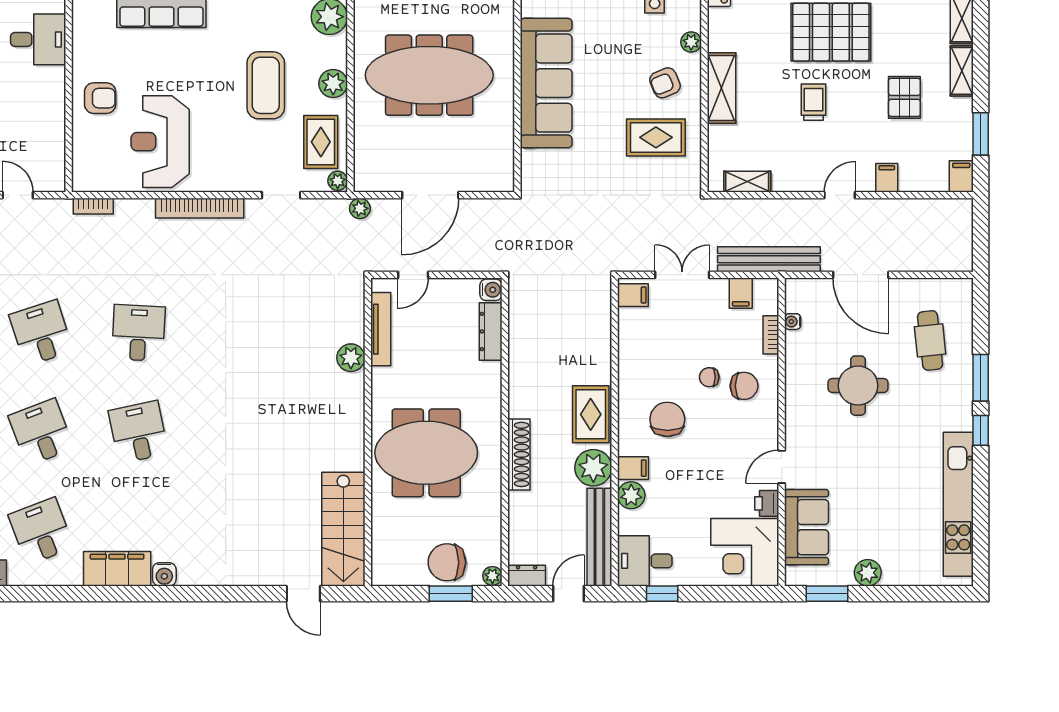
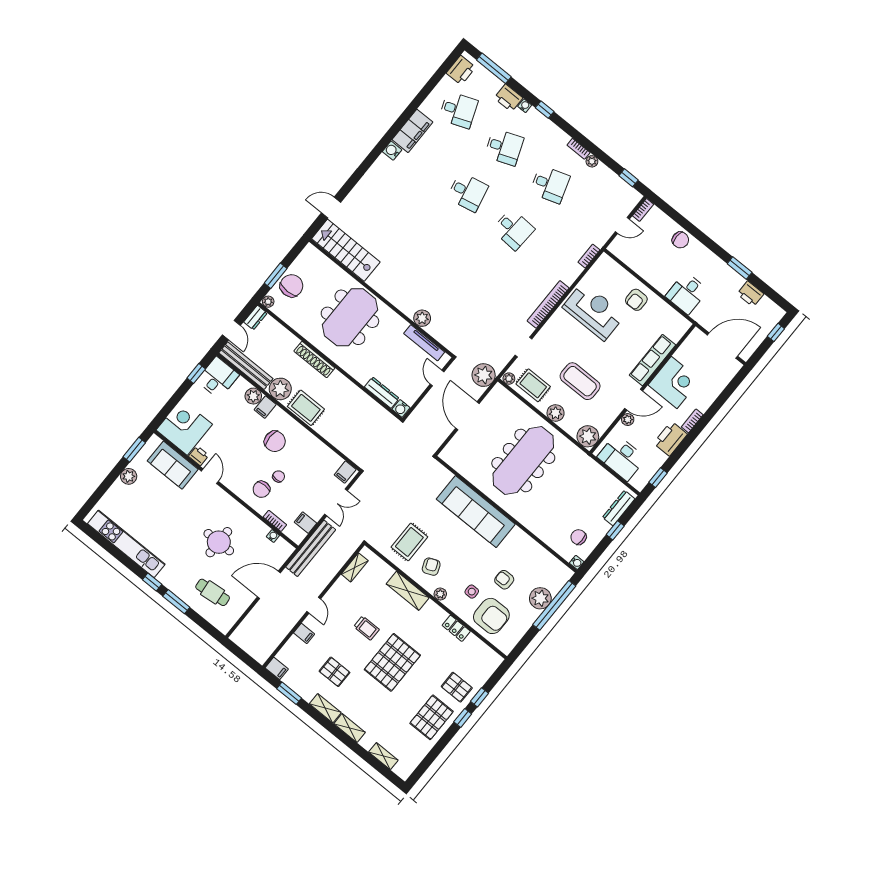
plant: (360, 208) -> (484, 375), width x1.88, depth x1.88

